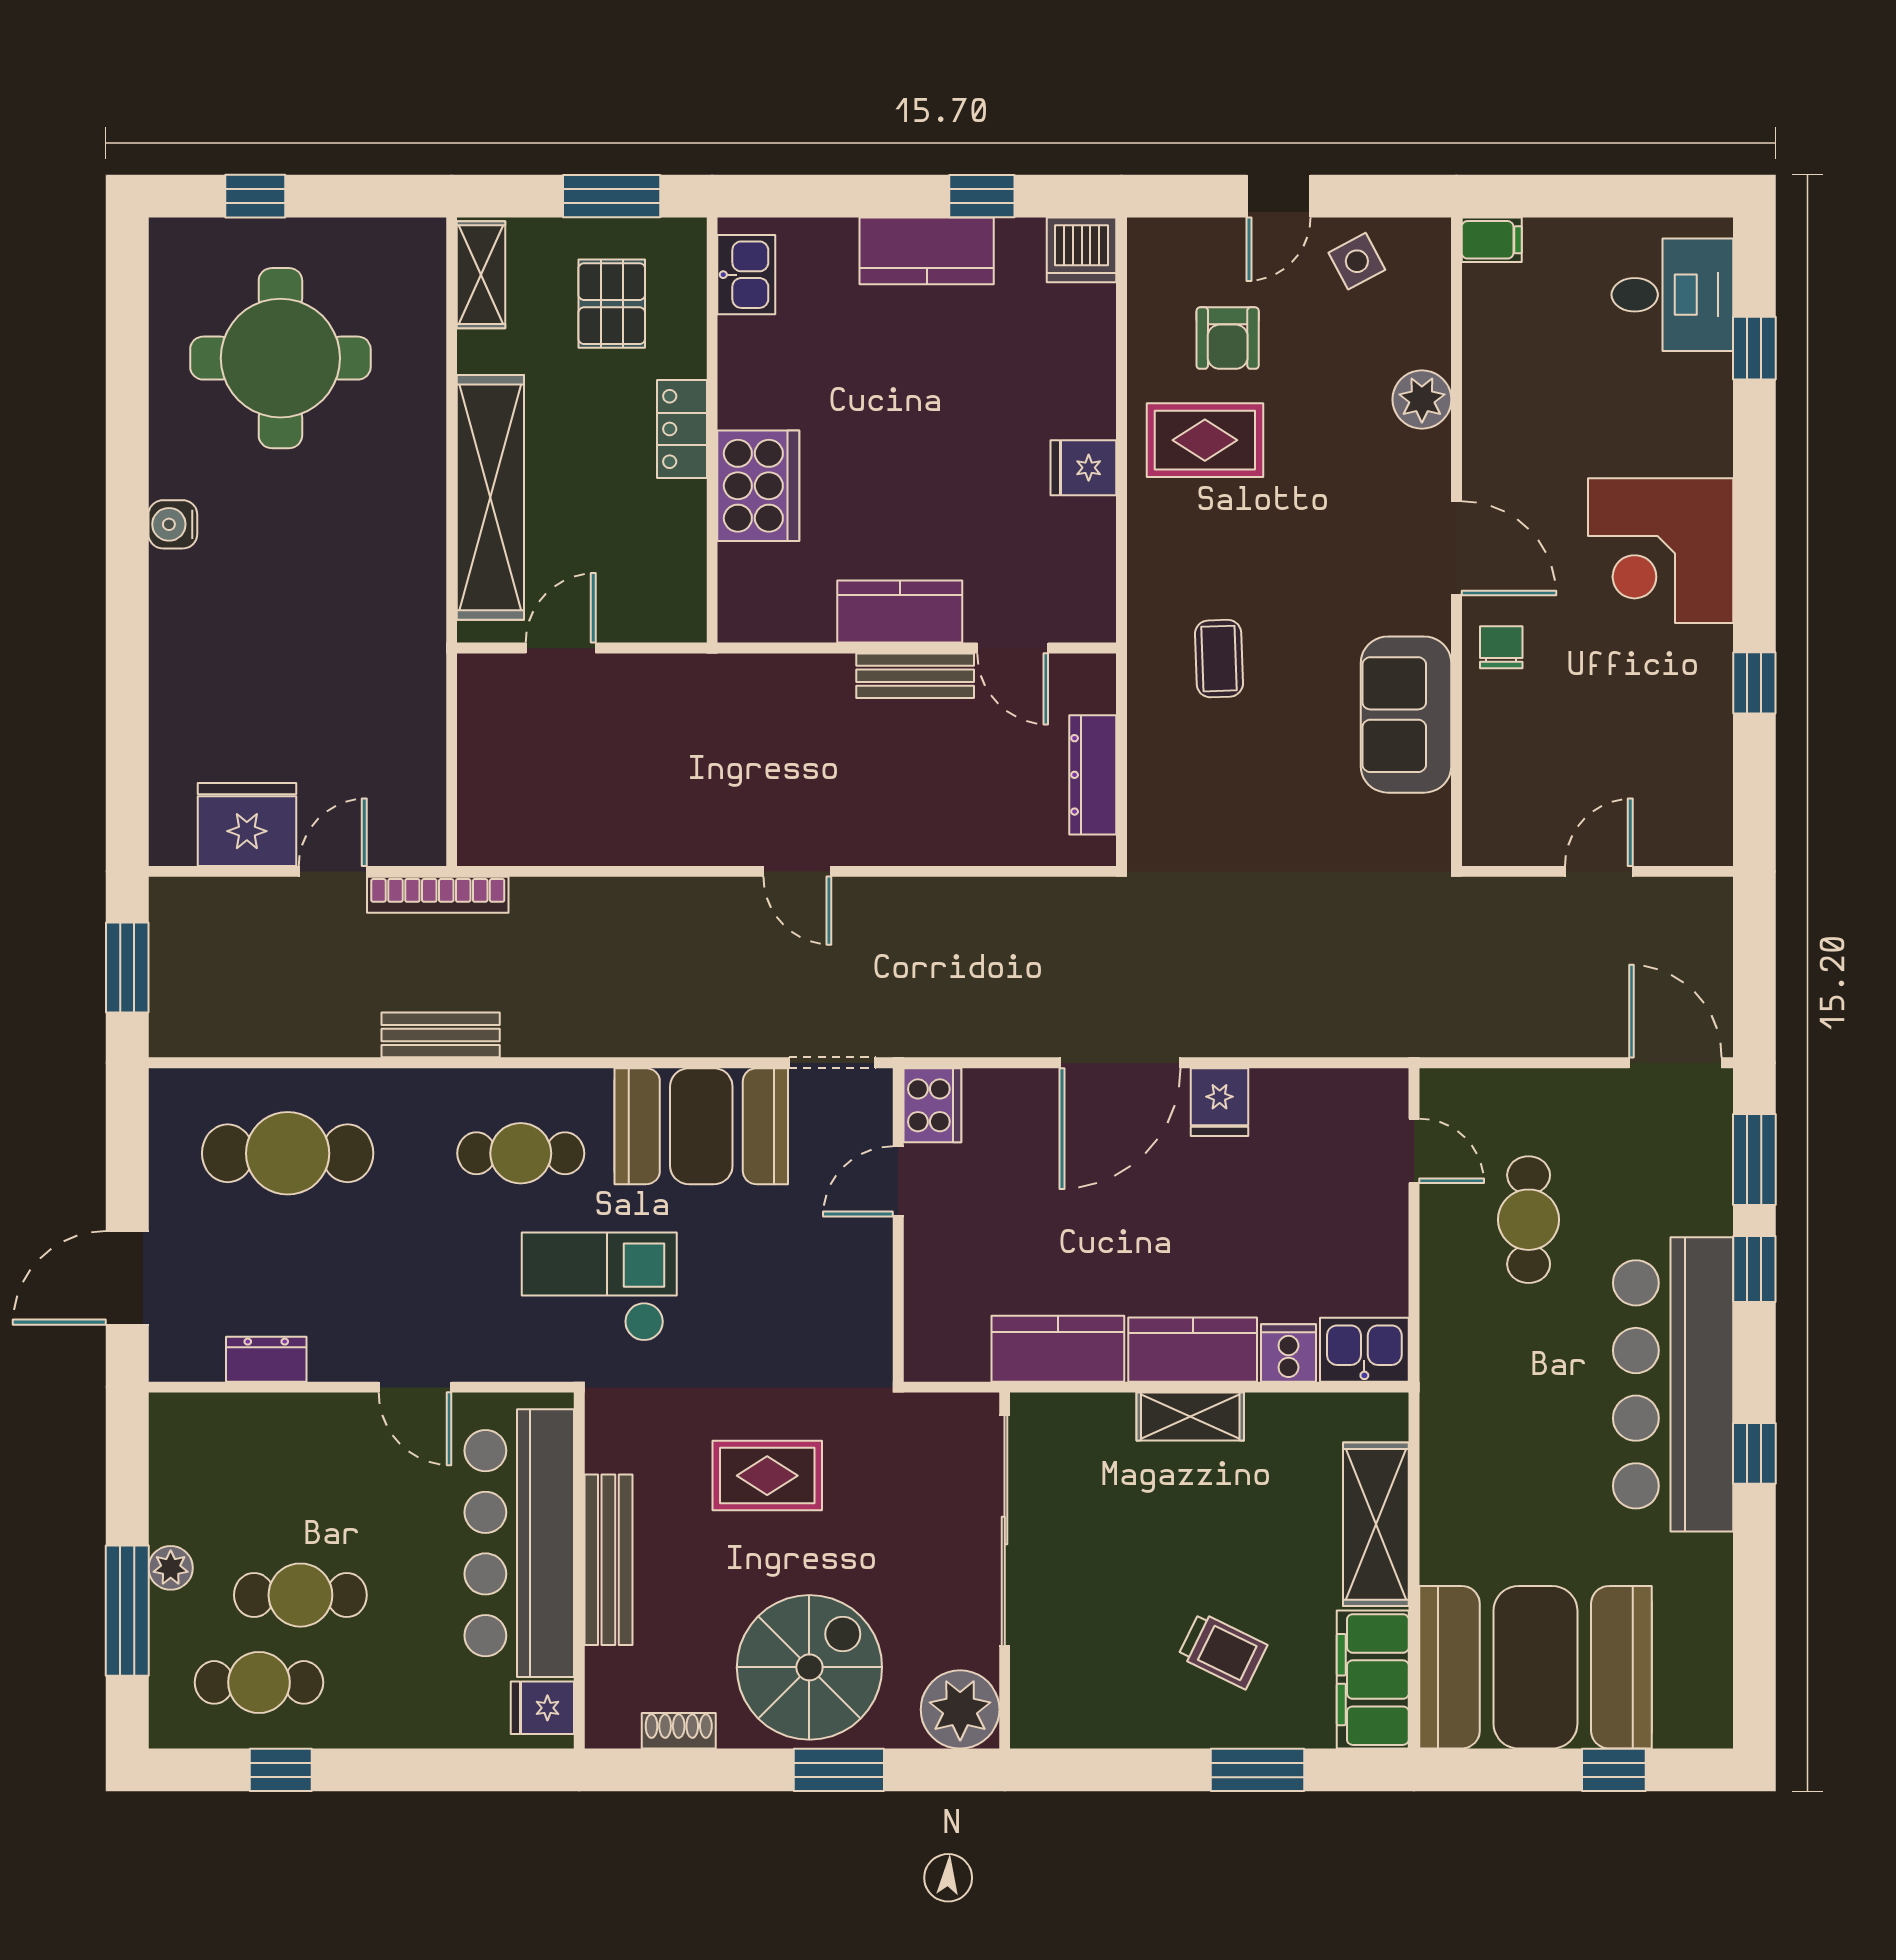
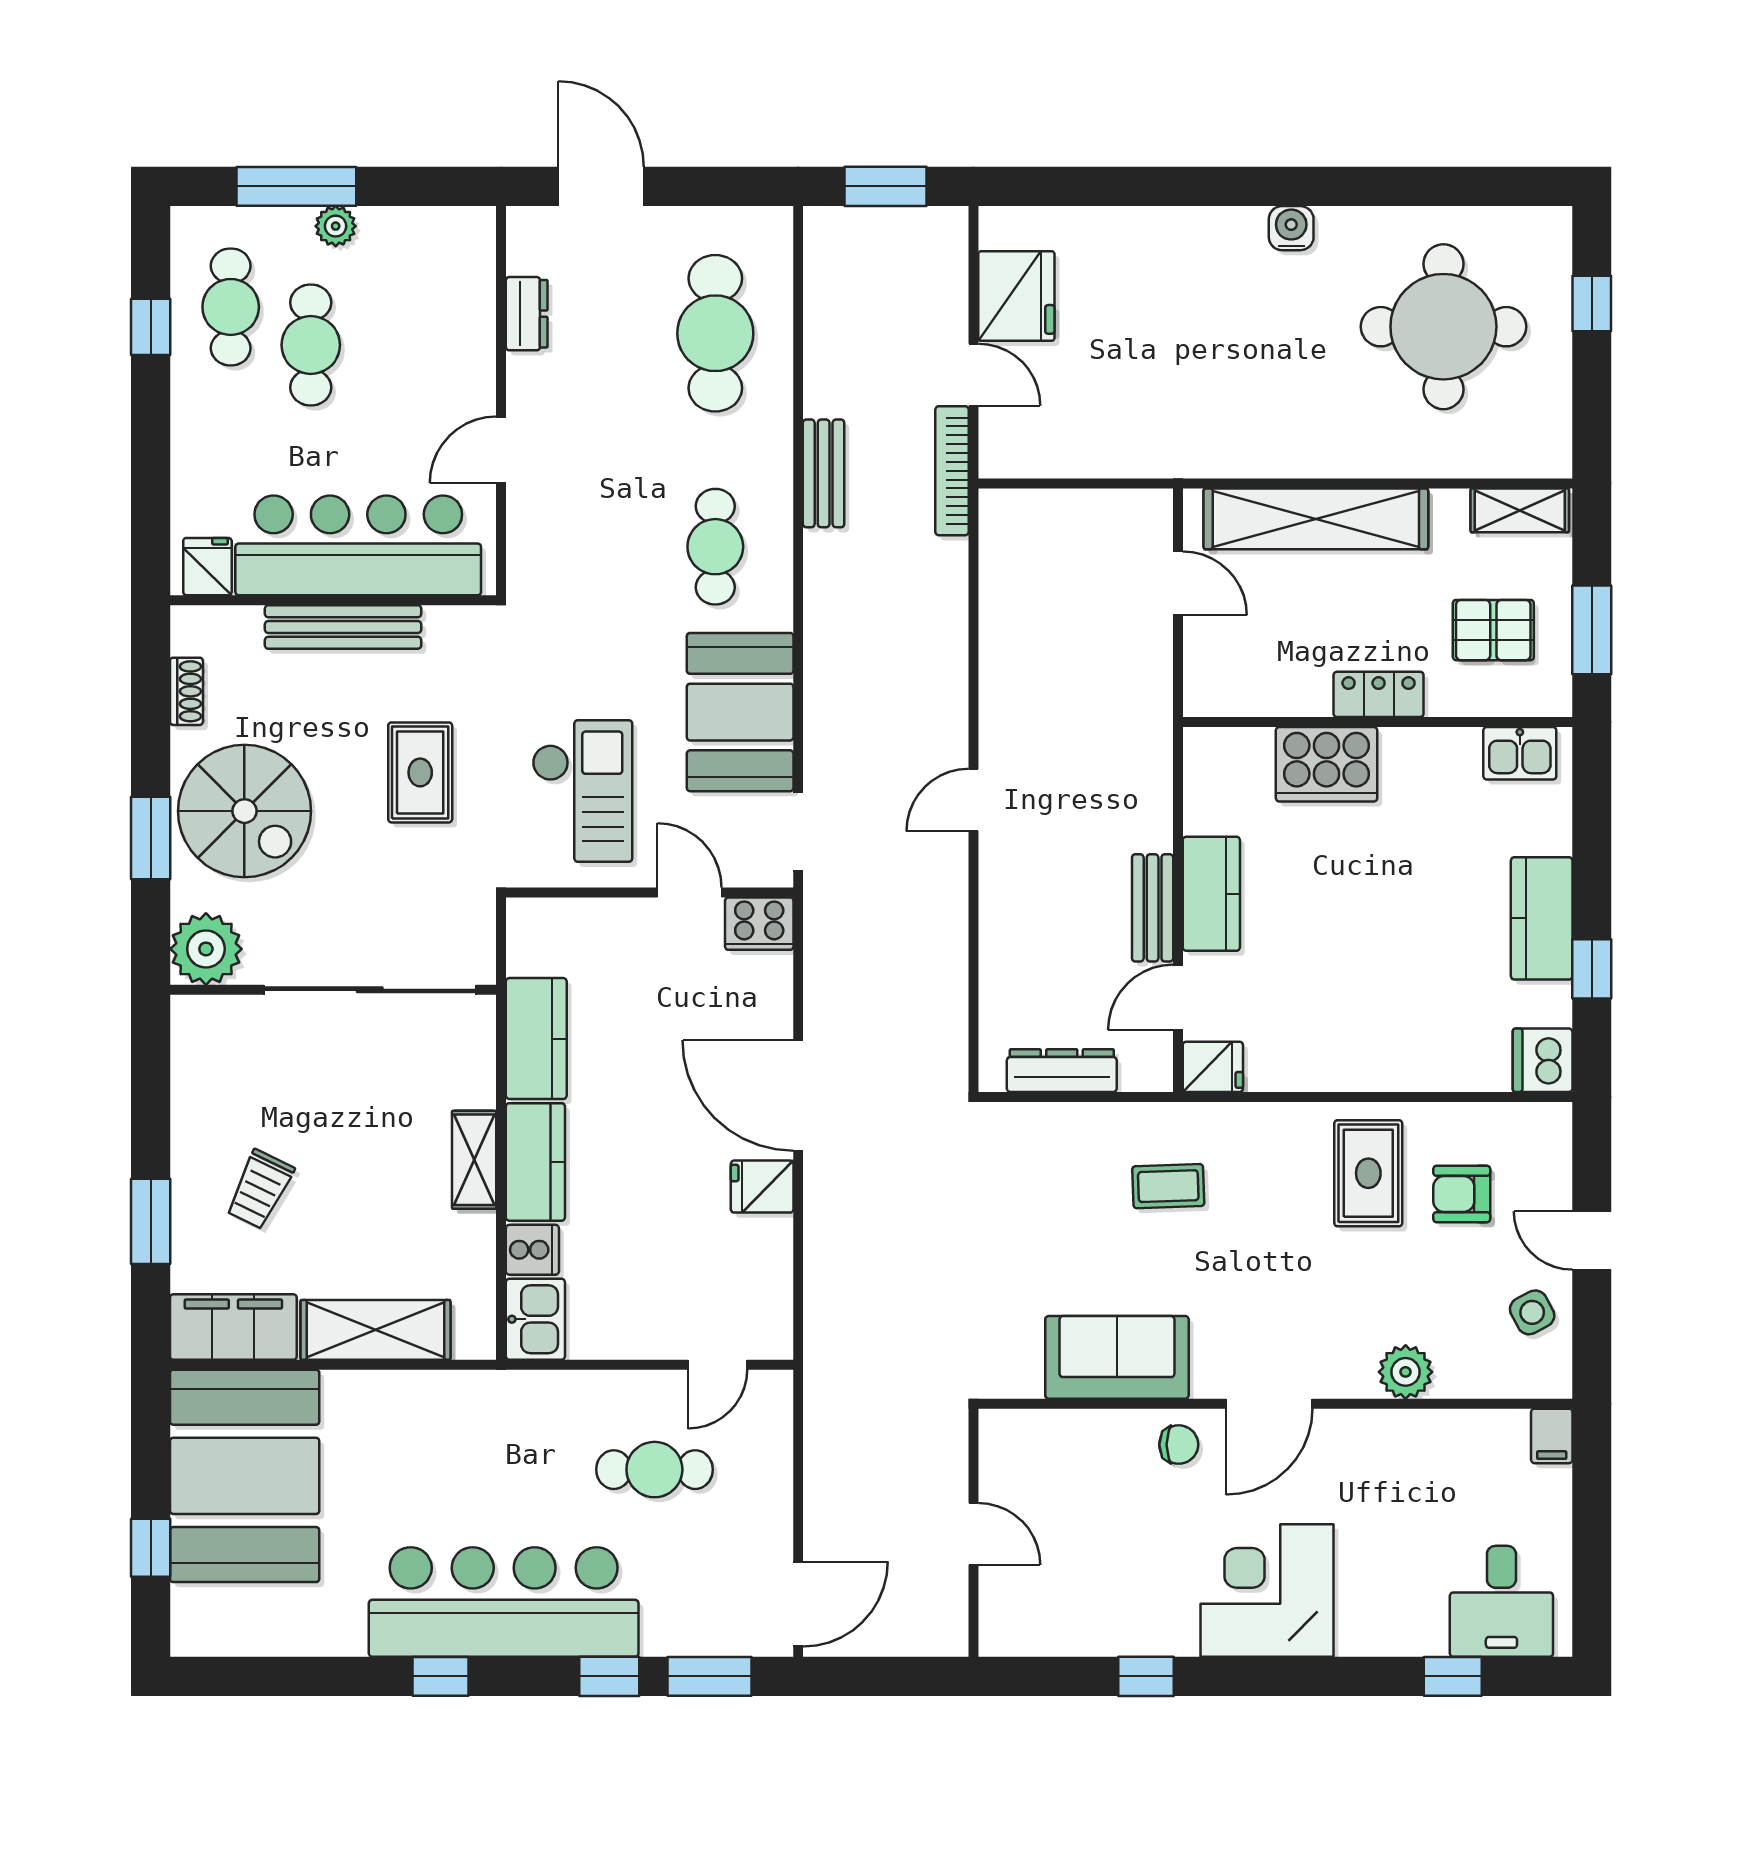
fridge: (1083, 468) -> (1213, 1067), moved, turned 90
checkout: (599, 1287) -> (582, 791), moved

